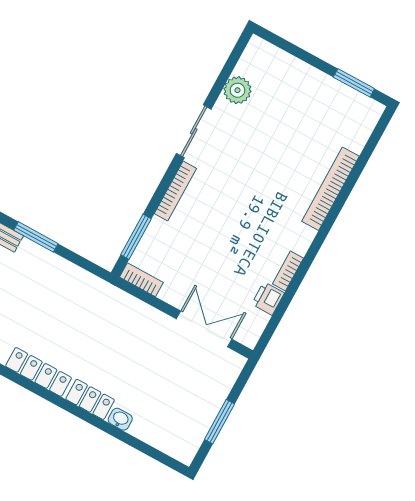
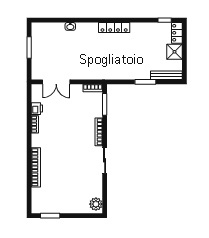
plant: (237, 90) -> (96, 204), moved
locker: (90, 399) -> (87, 28), removed

